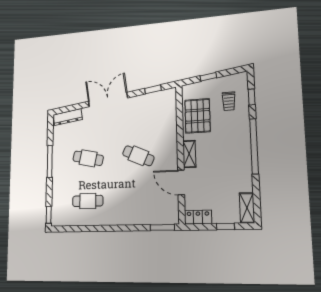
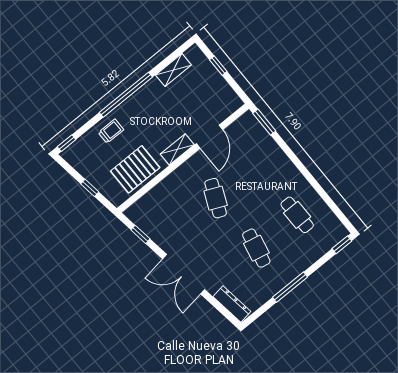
window: (252, 97) -> (67, 143), moved
trolley: (229, 101) -> (111, 131), moved
shelving: (247, 208) -> (173, 70), moved
locker: (198, 217) -> (229, 97), removed

